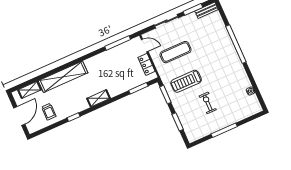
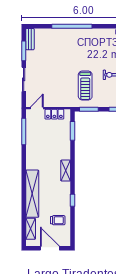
exercise mat: (176, 52) -> (55, 83), removed

